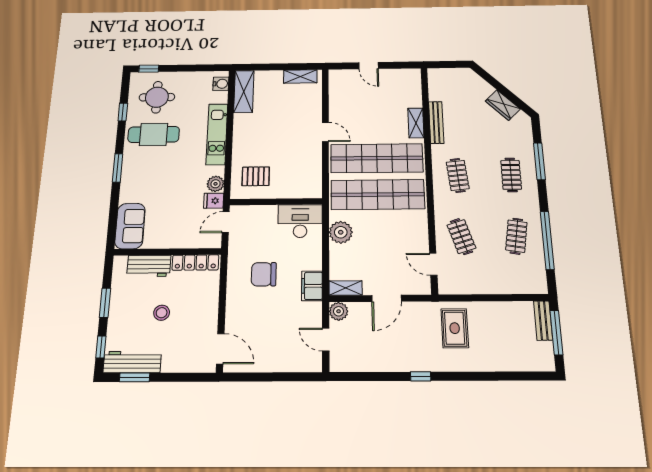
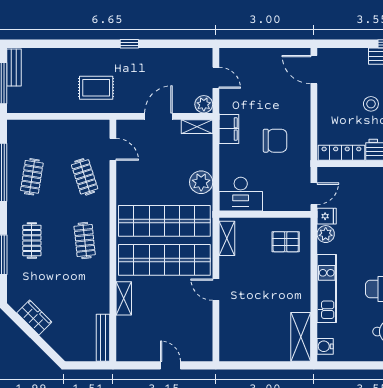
shelving: (300, 77) -> (227, 238), moved, turned 90
bench: (436, 122) -> (103, 338), moved
bench: (543, 320) -> (14, 68), moved
rug: (455, 328) -> (96, 88), turned 90

